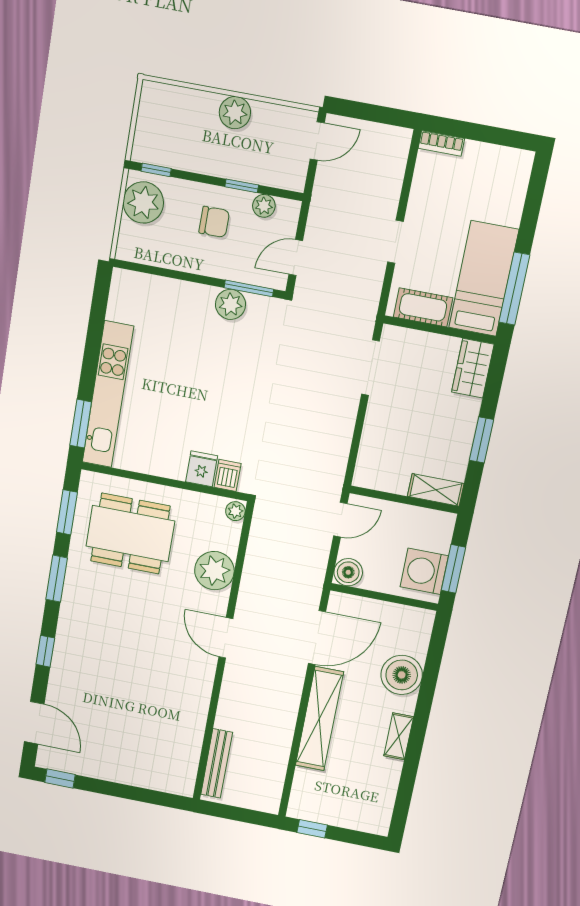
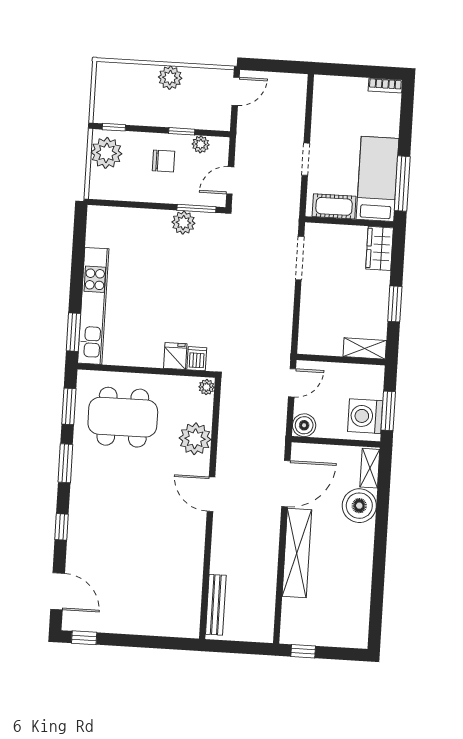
bookcase: (441, 143) -> (385, 85), moved
shelving: (399, 736) -> (370, 468), moved

